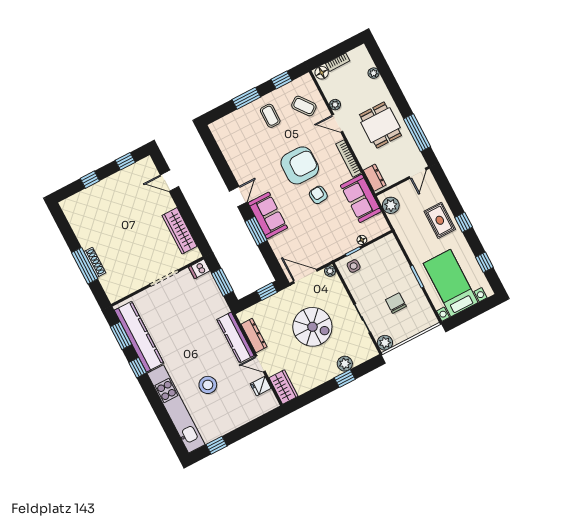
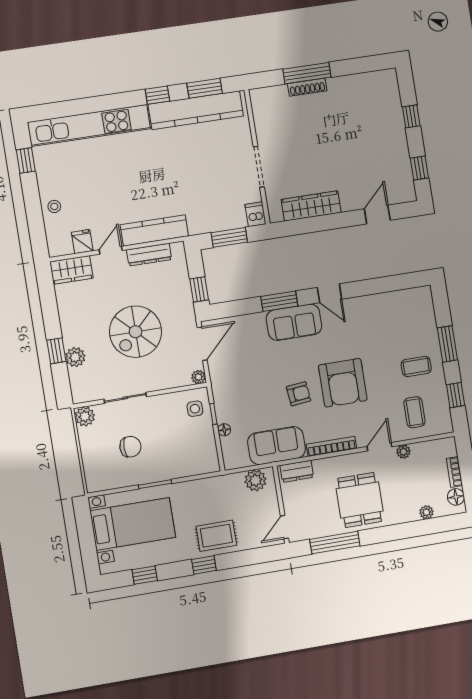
floor lamp: (322, 73) -> (456, 497), moved
coffee table: (304, 106) -> (414, 412), turned -53
dining table: (380, 125) -> (360, 500), turned 90
door: (418, 173) -> (284, 527), hinge flipped
stool: (208, 385) -> (54, 206), moved, width x0.53, depth x0.53

